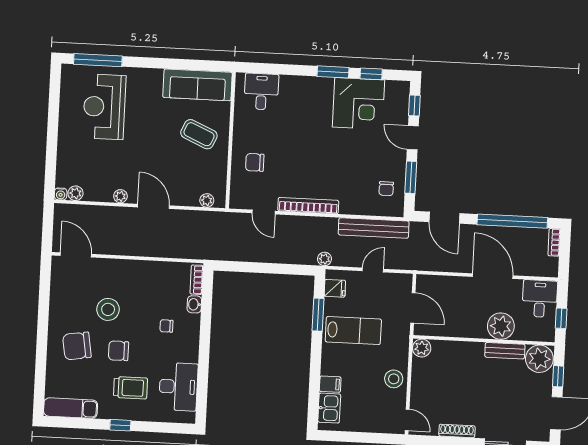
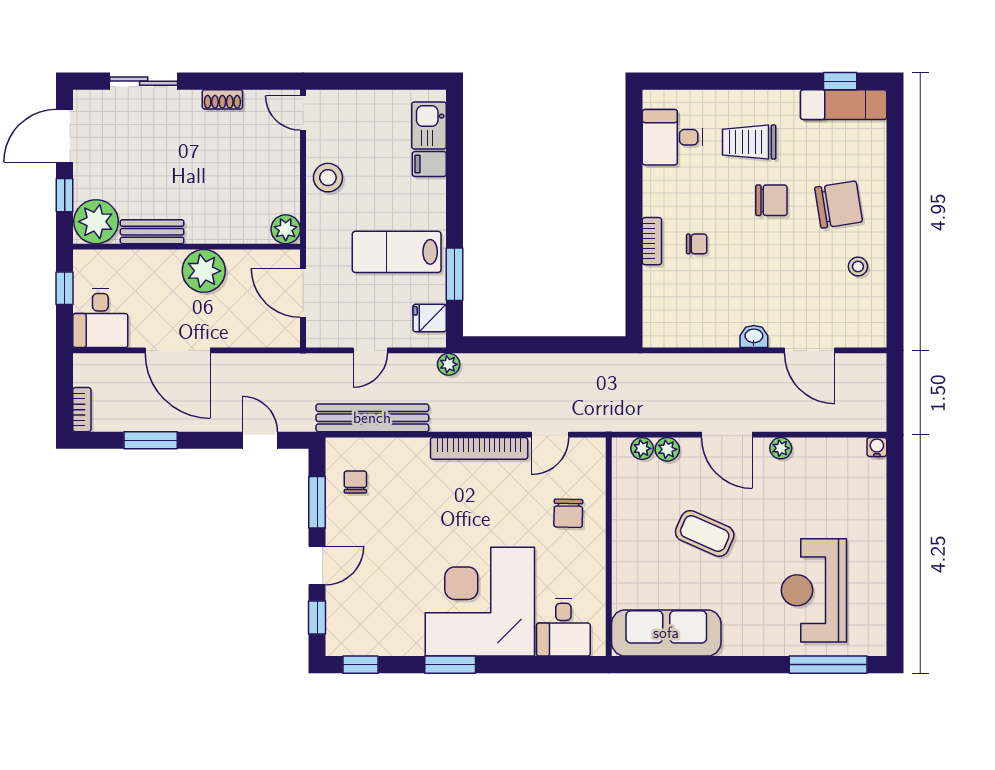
window: (371, 74) -> (361, 665), moved
corner desk: (359, 104) -> (480, 602), moved, width x1.36, depth x1.36
reception desk: (104, 107) -> (814, 590), turned 180
coffee table: (199, 134) -> (705, 533), moved
door: (413, 138) -> (317, 566), hinge flipped
chair: (255, 162) -> (568, 513), turned 91
plant: (76, 193) -> (667, 449), moved
door: (264, 212) -> (550, 435), swing flipped
door: (444, 218) -> (260, 440), width x0.73
window: (512, 221) -> (151, 440), width x0.47
door: (76, 255) -> (810, 350), moved
bookcase: (197, 280) -> (652, 241), moved
washbasin: (194, 304) -> (754, 337), moved, turned -90
stool: (108, 309) -> (858, 267), moved, width x0.53, depth x0.53
plant: (501, 326) -> (204, 271), moved
desk: (178, 387) -> (672, 137), width x0.73
window: (120, 425) -> (840, 81), moved
shoe rack: (457, 431) -> (222, 99), width x0.70

